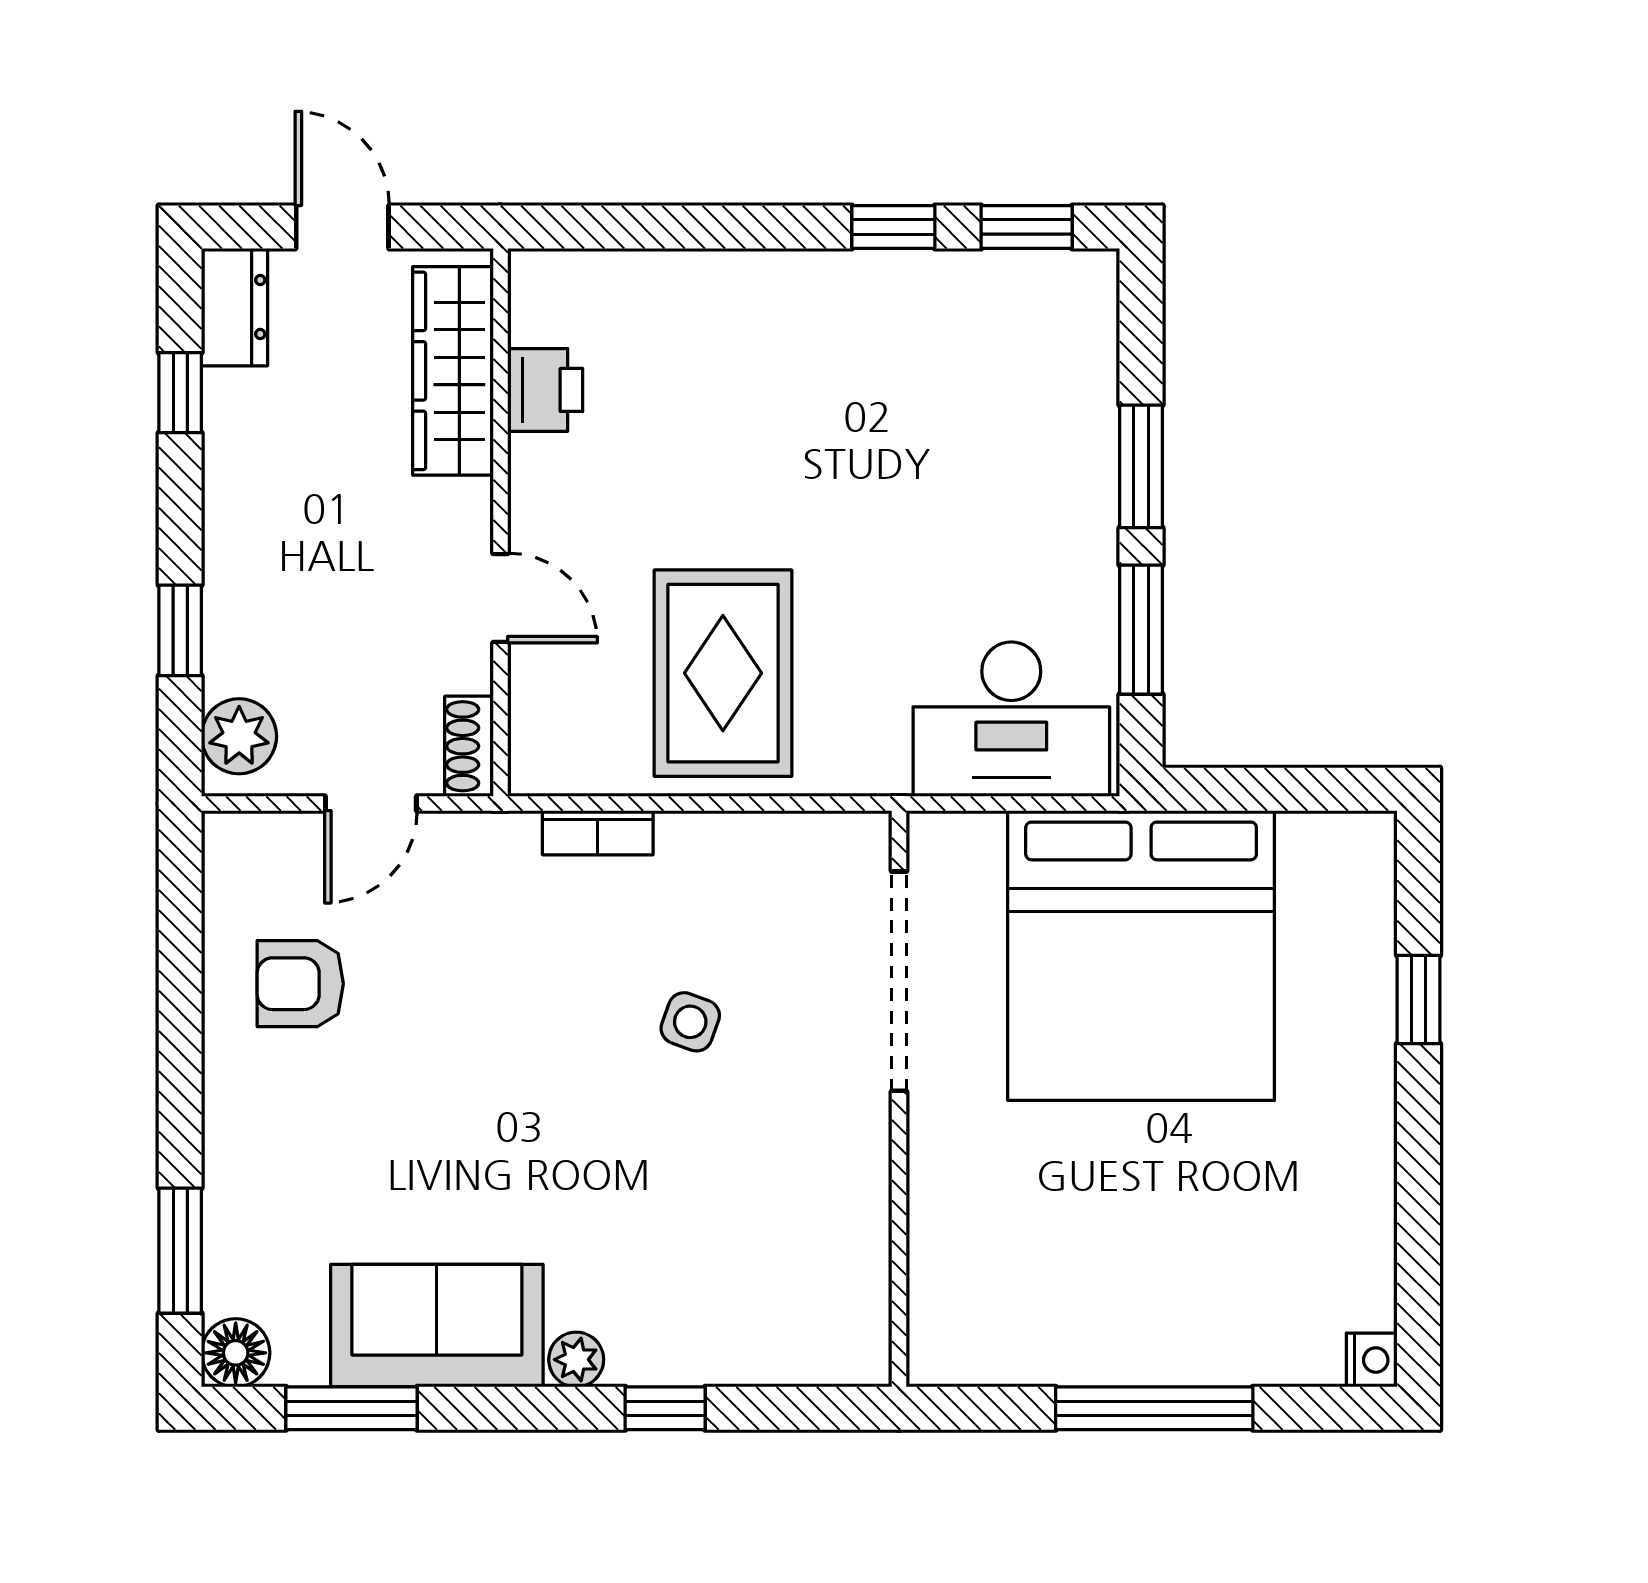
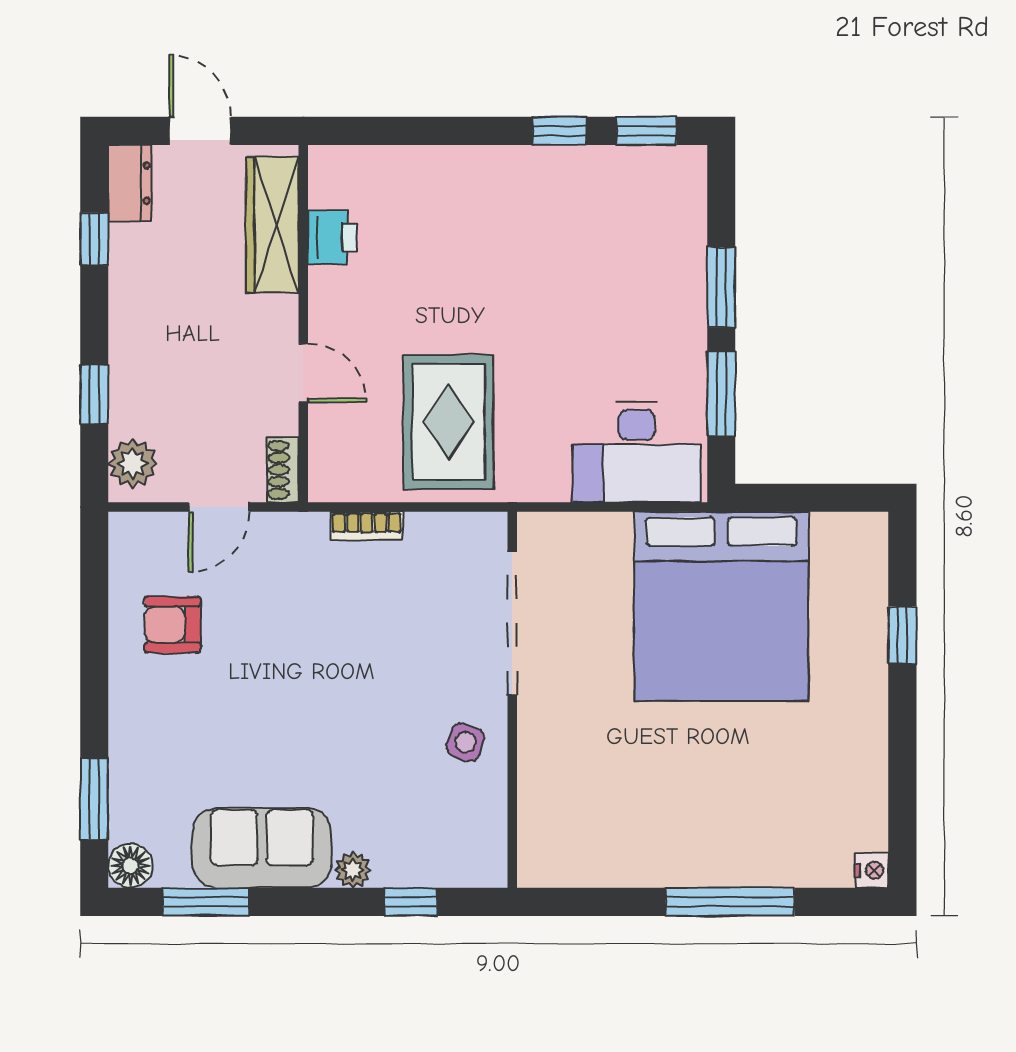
doorway: (899, 981) -> (512, 623), moved
side table: (690, 1022) -> (465, 742), moved
wall: (899, 1099) -> (512, 700), moved

